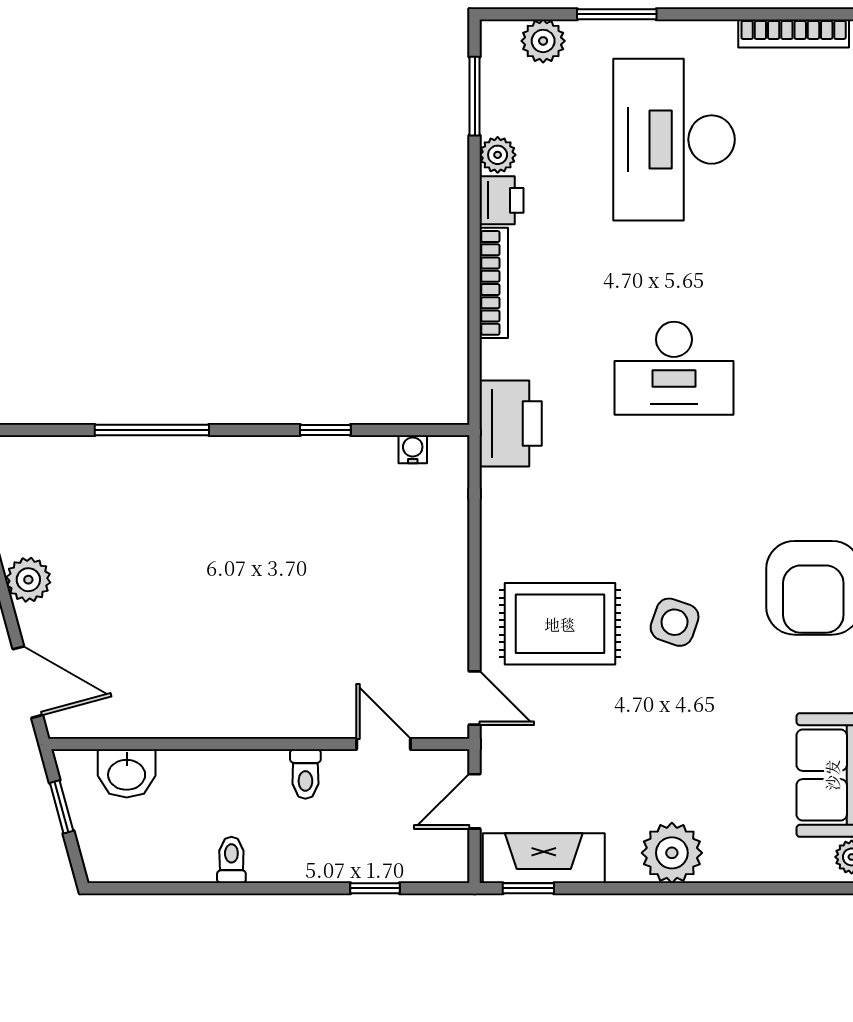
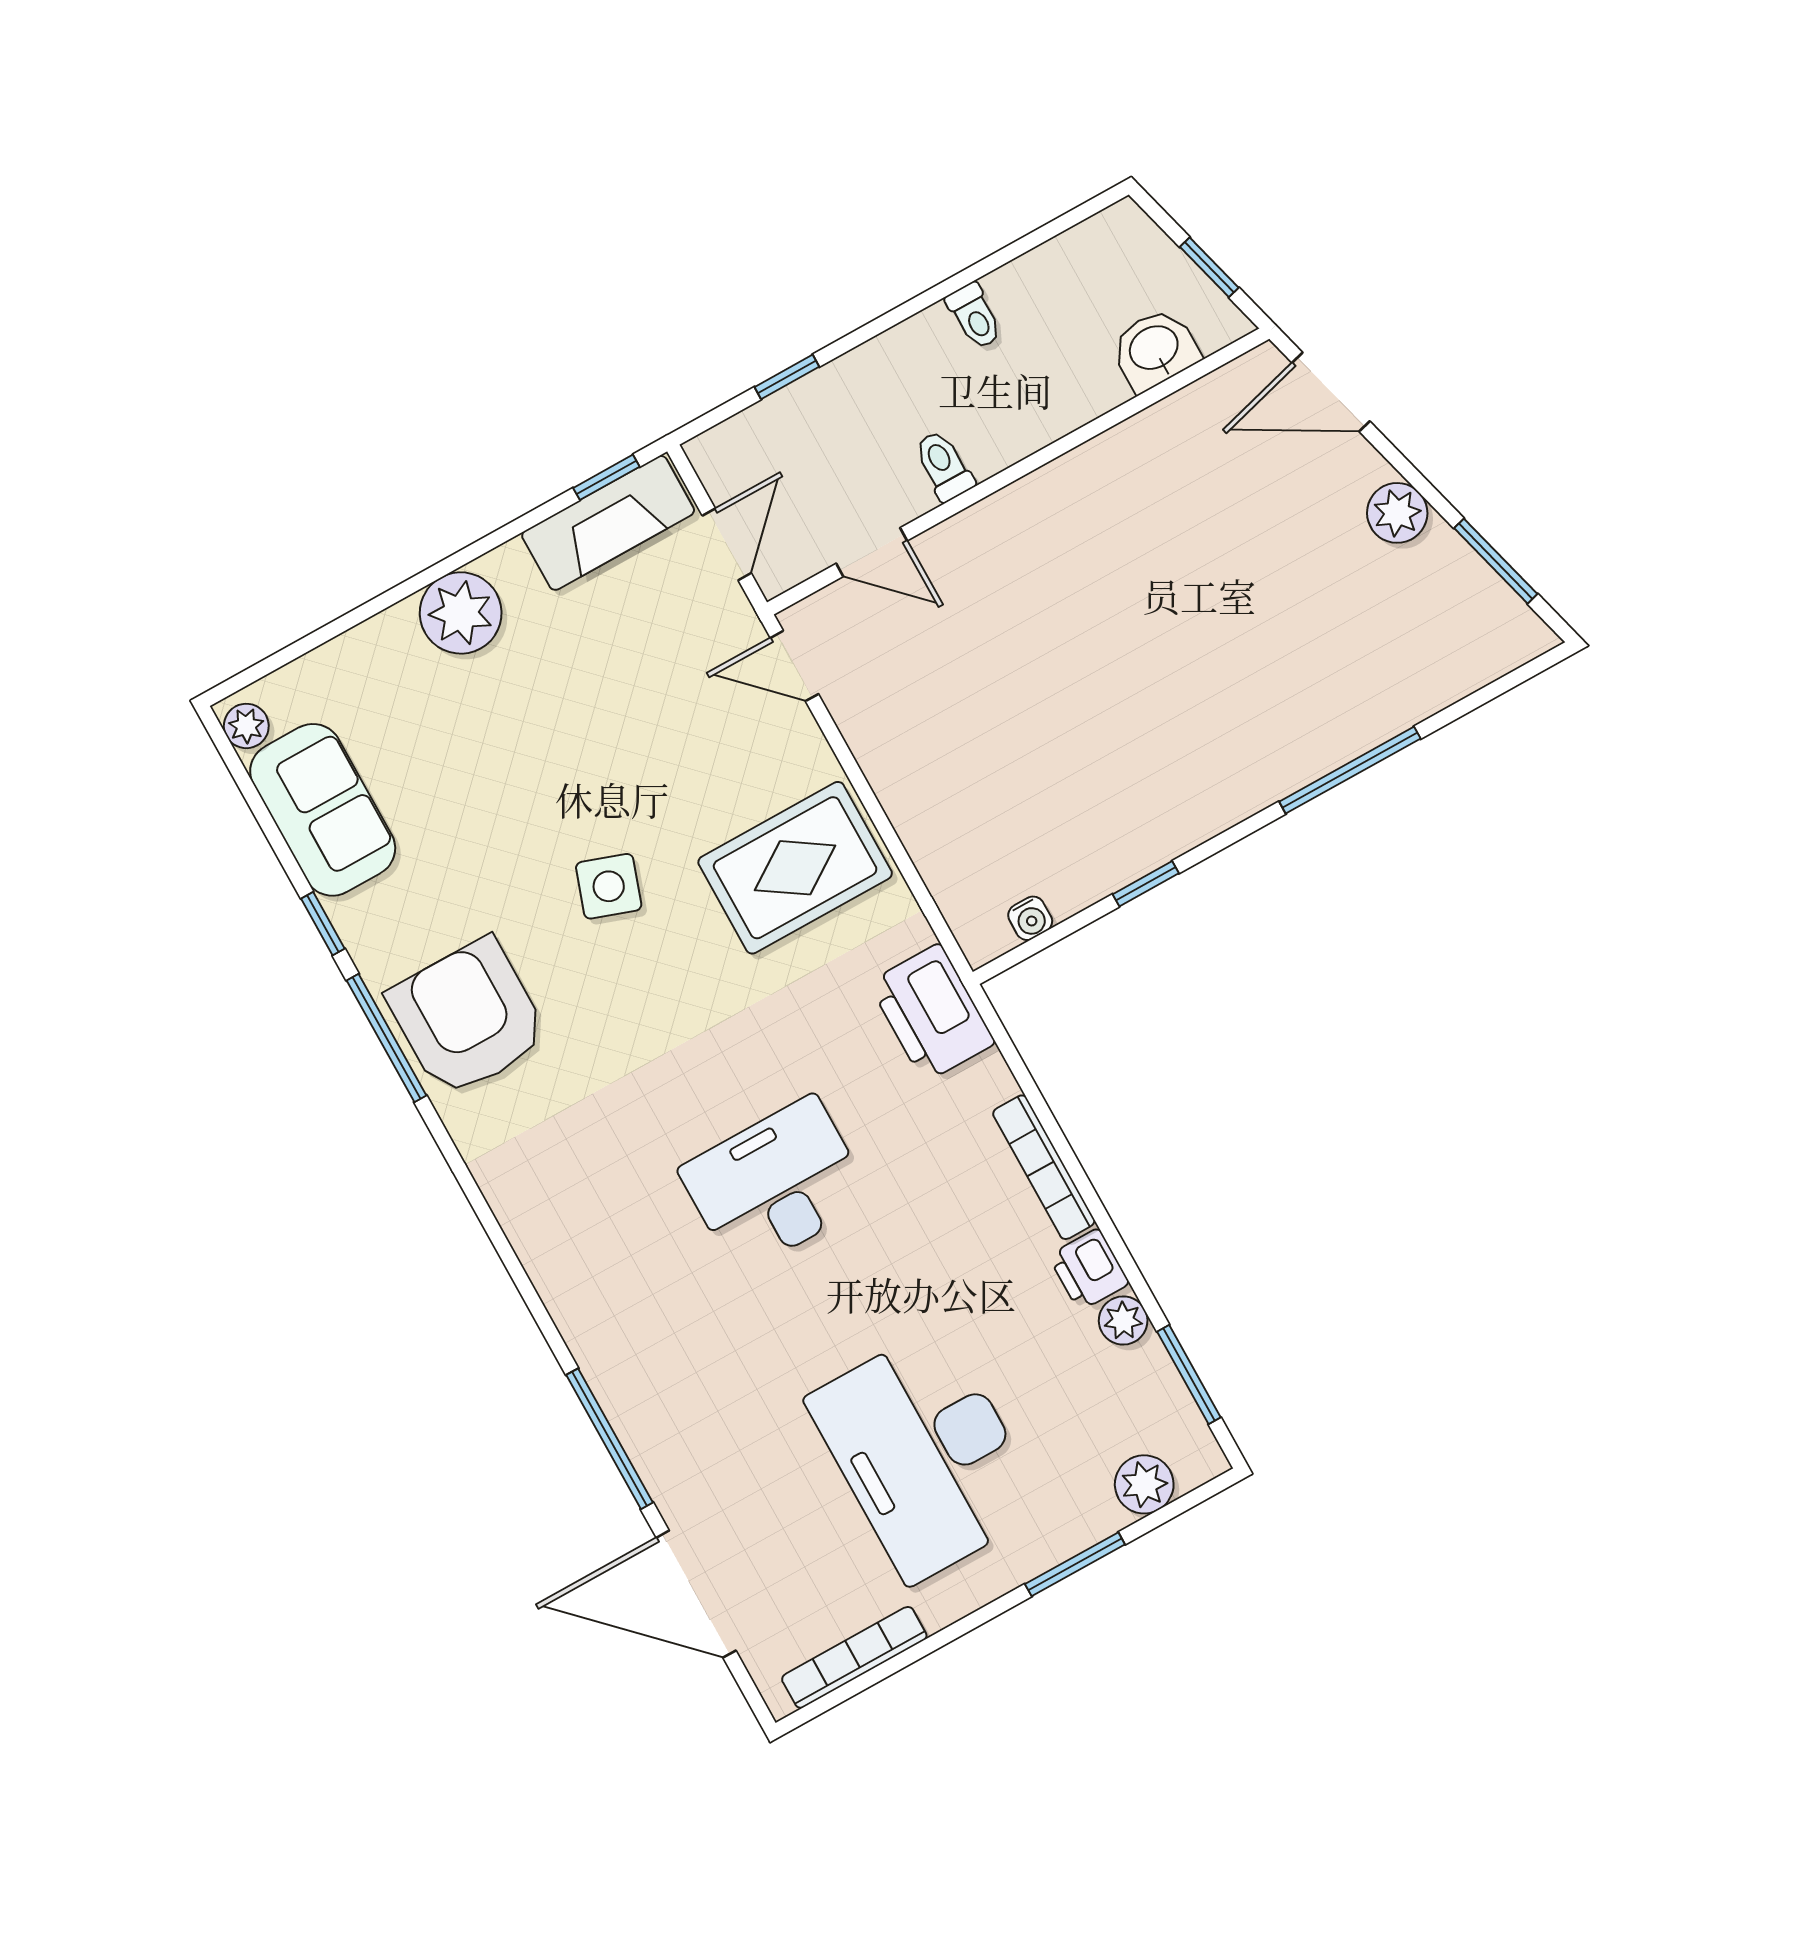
desk: (674, 140) -> (926, 1454), turned 180
rug: (560, 624) -> (795, 868), moved

